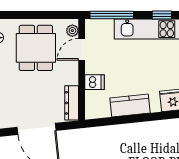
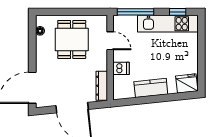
plant: (72, 31) -> (102, 25), removed
door: (82, 49) -> (110, 41), swing flipped

